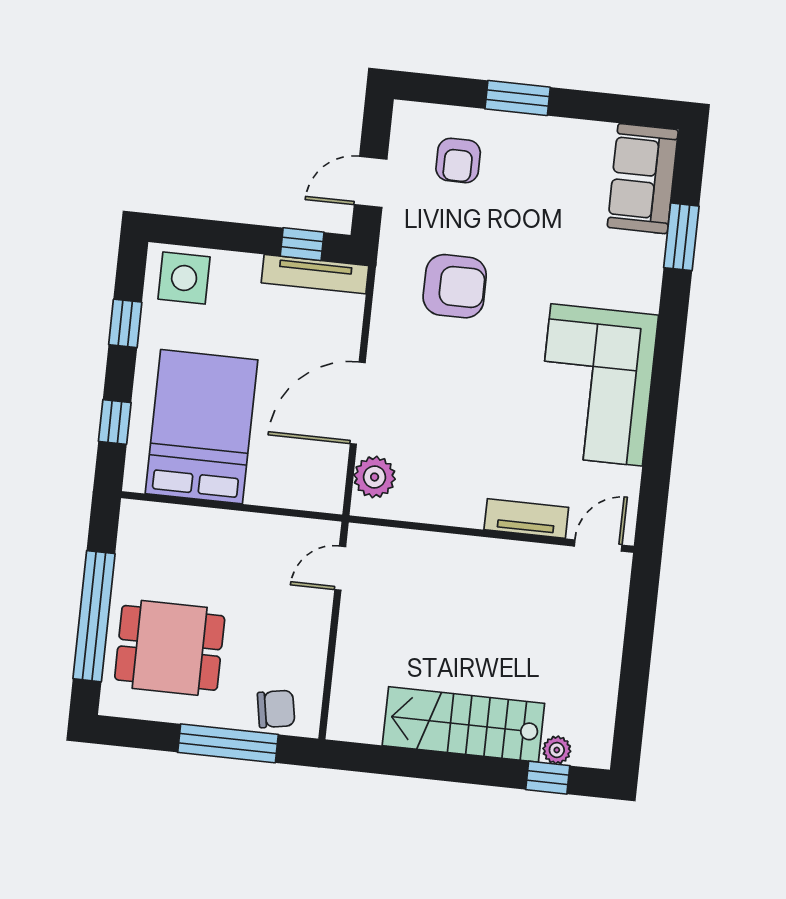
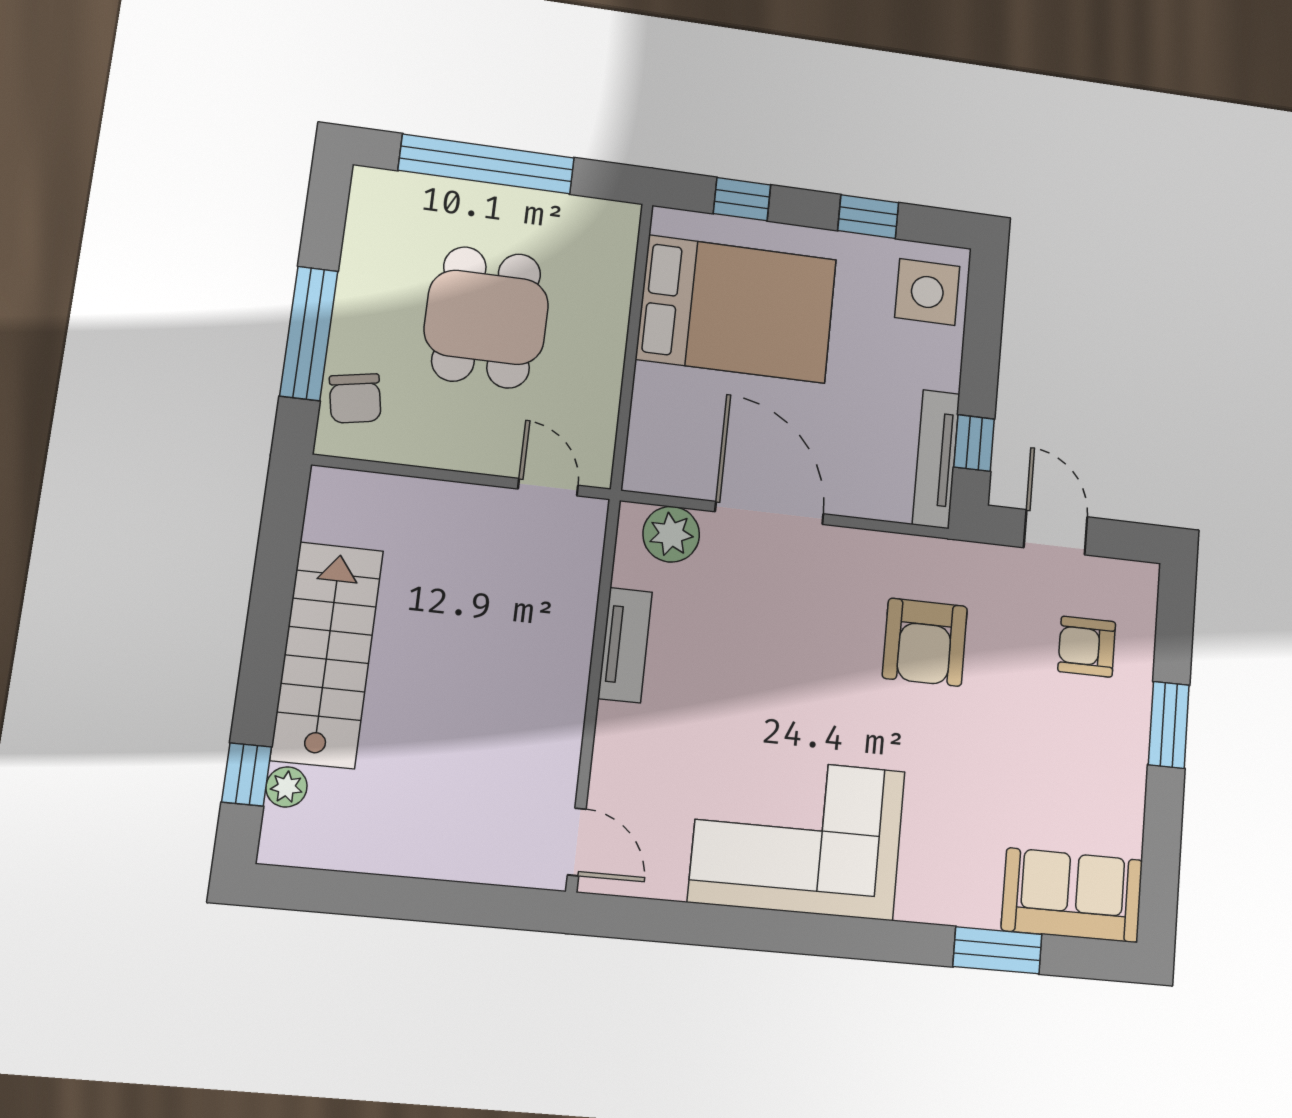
tv unit: (526, 519) -> (625, 645), moved
dining table: (170, 648) -> (486, 317), moved

